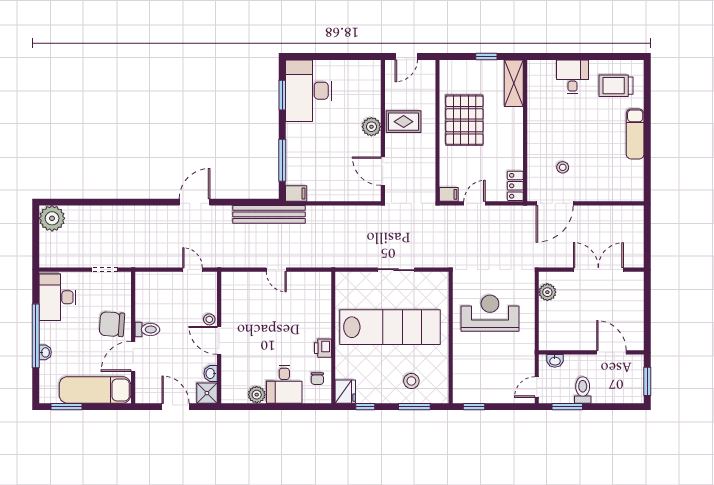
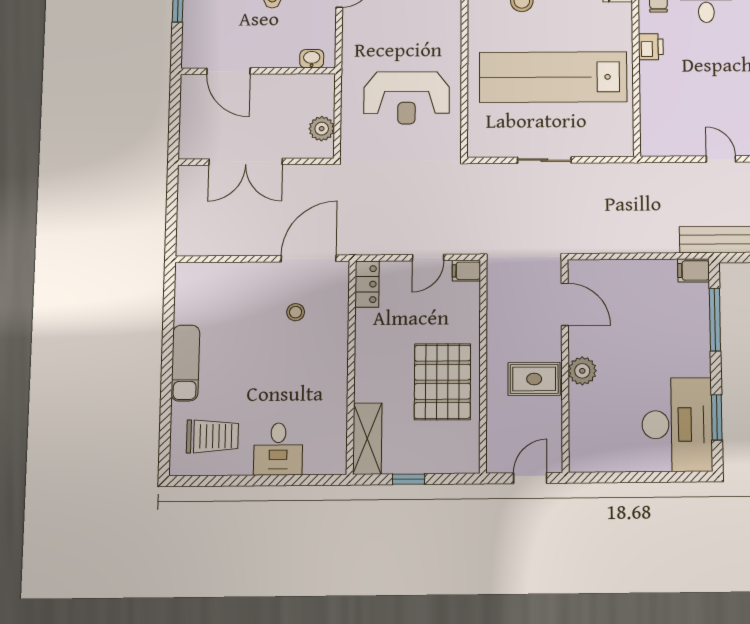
wall: (591, 352) -> (258, 71), moved
door: (612, 352) -> (228, 71), moved
washbasin: (555, 361) -> (312, 59), moved

